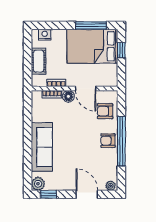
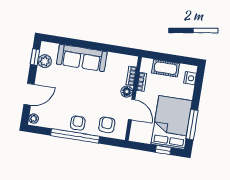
door: (86, 89) -> (132, 109), swing flipped
plant: (38, 184) -> (45, 61), moved

